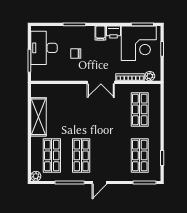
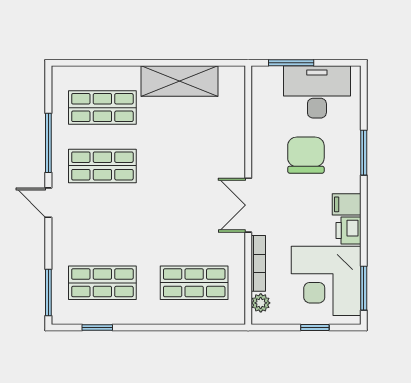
chair: (76, 53) -> (306, 155), width x1.87, depth x1.87
plant: (36, 176) -> (61, 75), removed

